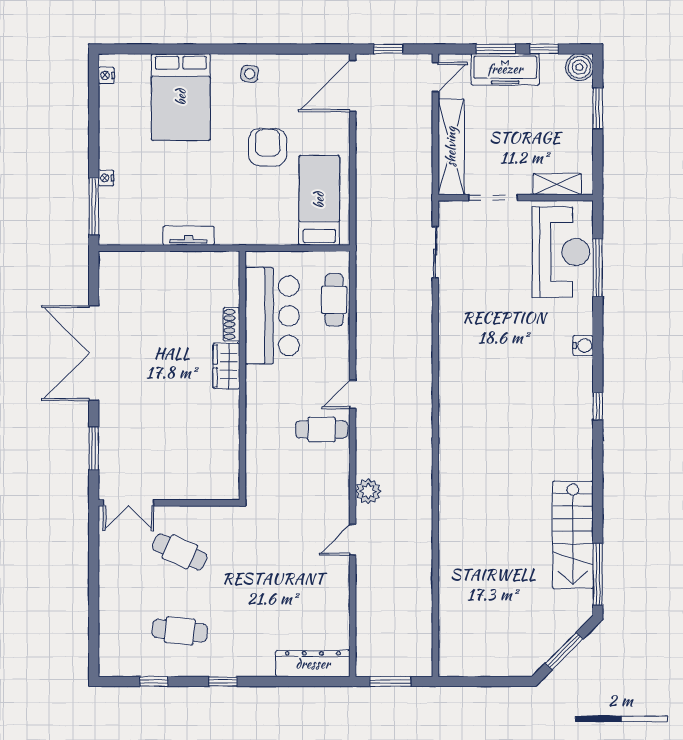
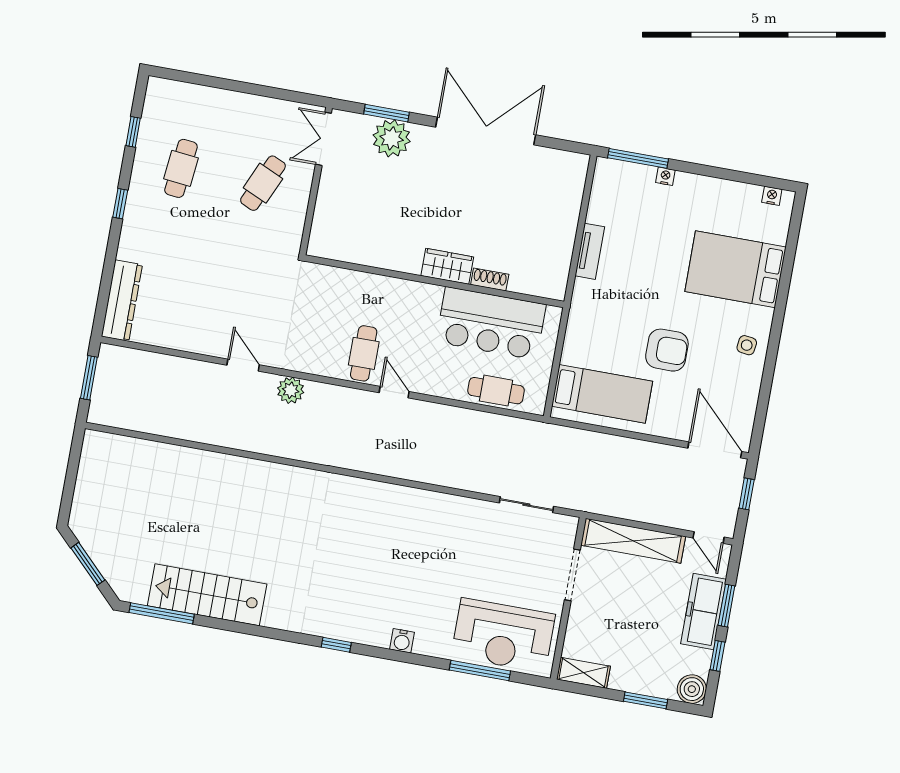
shelving: (557, 184) -> (583, 673), moved, turned 90
plant: (116, 440) -> (392, 138), added

